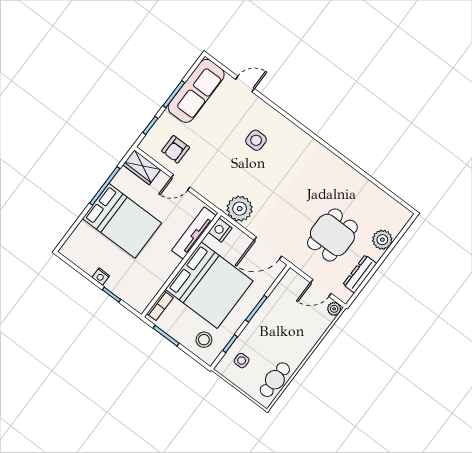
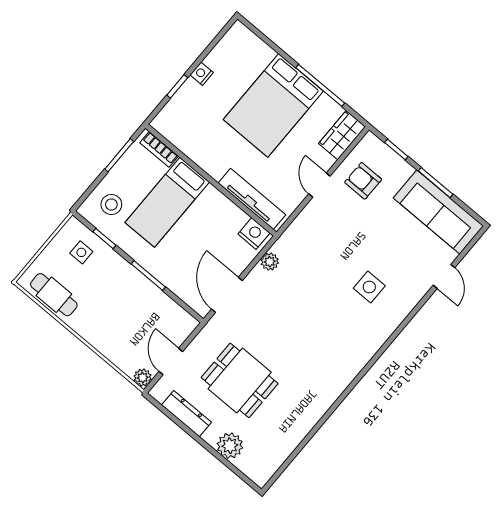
plant: (240, 209) -> (270, 262), width x0.53, depth x0.53
bed: (209, 285) -> (167, 202), width x0.49

